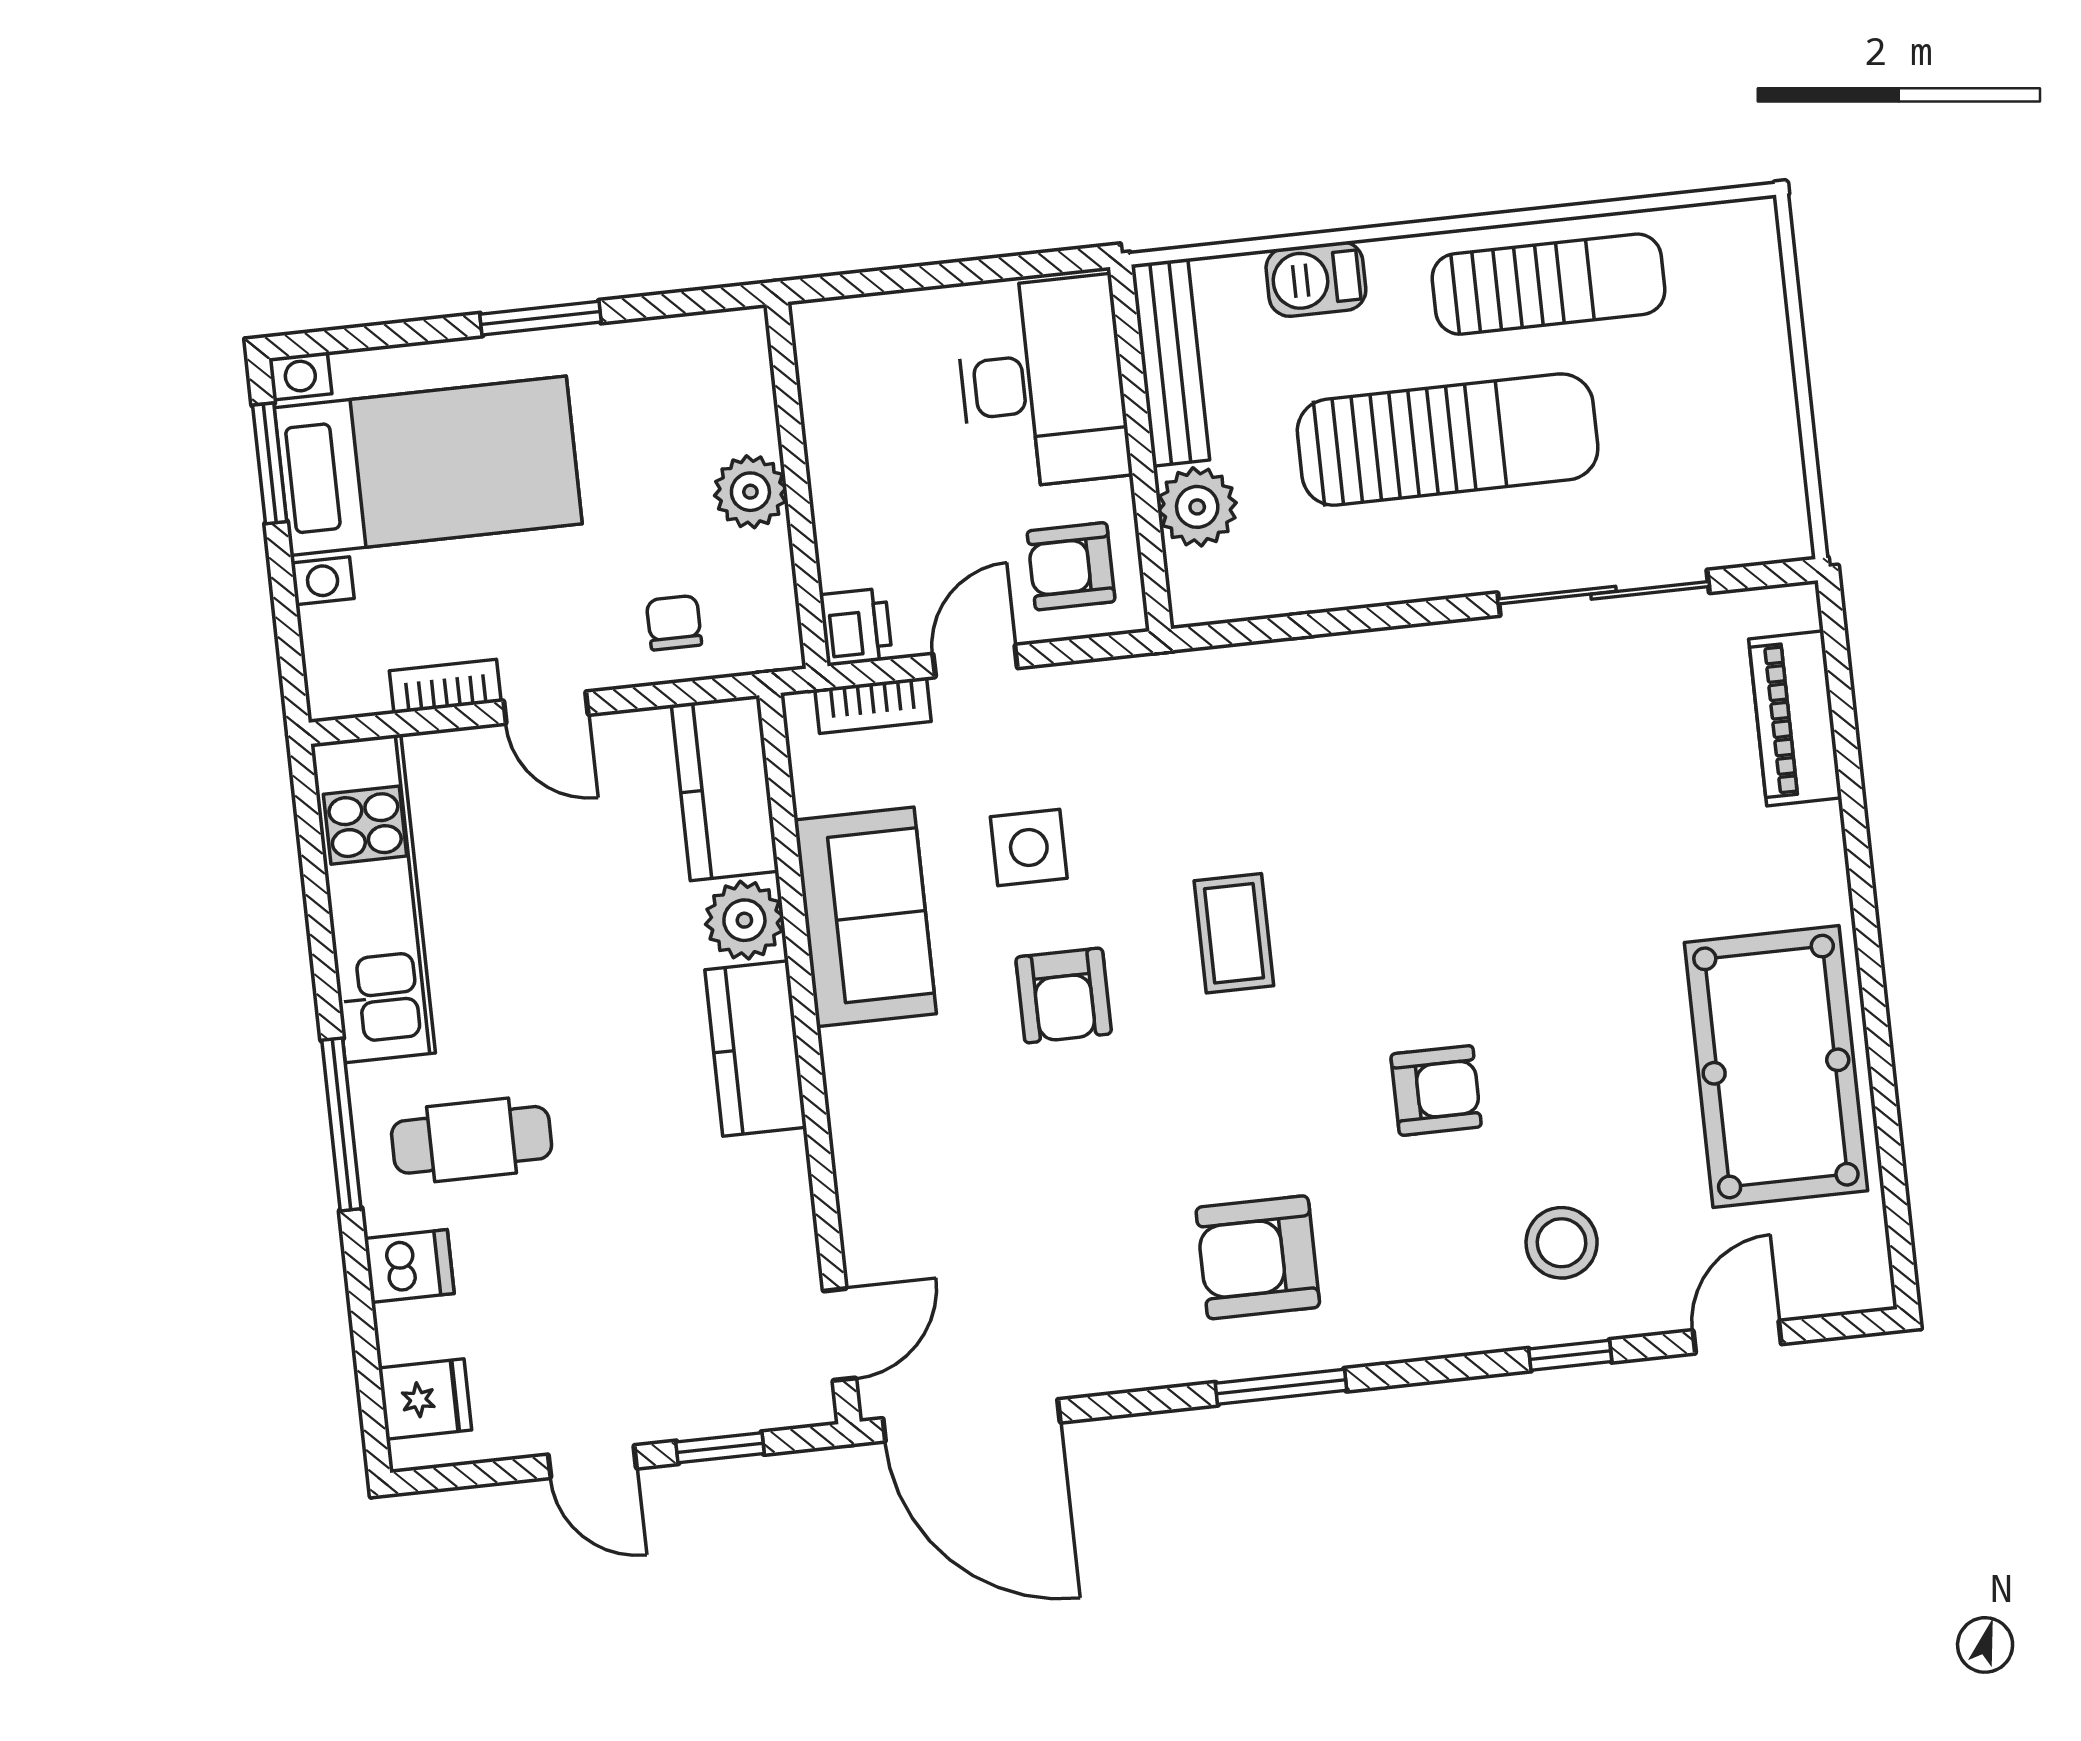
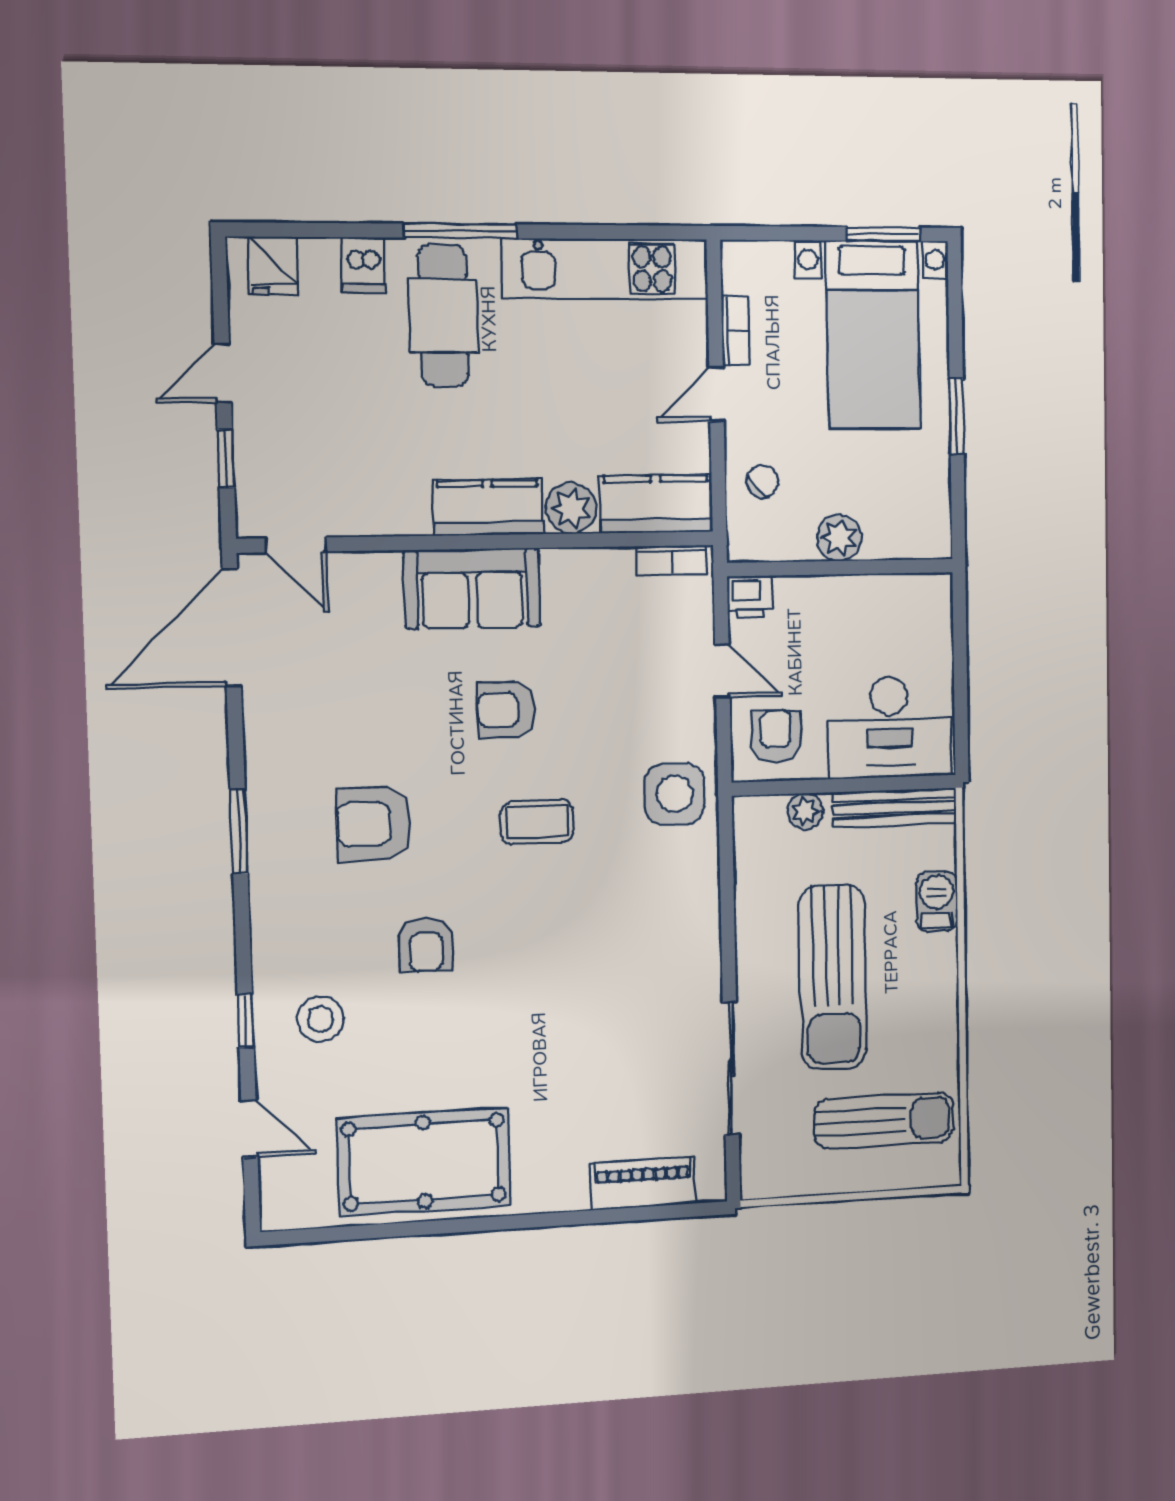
sun lounger: (1549, 284) -> (884, 1120), moved, turned -90
plant: (1197, 507) -> (805, 811), width x0.73, depth x0.73
chair: (674, 623) -> (763, 481), turned -42
bookcase: (873, 705) -> (672, 560), moved, turned -90
side table: (1029, 848) -> (675, 794), moved, width x1.37, depth x1.37
sofa: (865, 917) -> (472, 588), moved
cafe table: (472, 1140) -> (443, 316), width x1.37, depth x1.35
armchair: (1258, 1257) -> (374, 824), moved, turned -90

